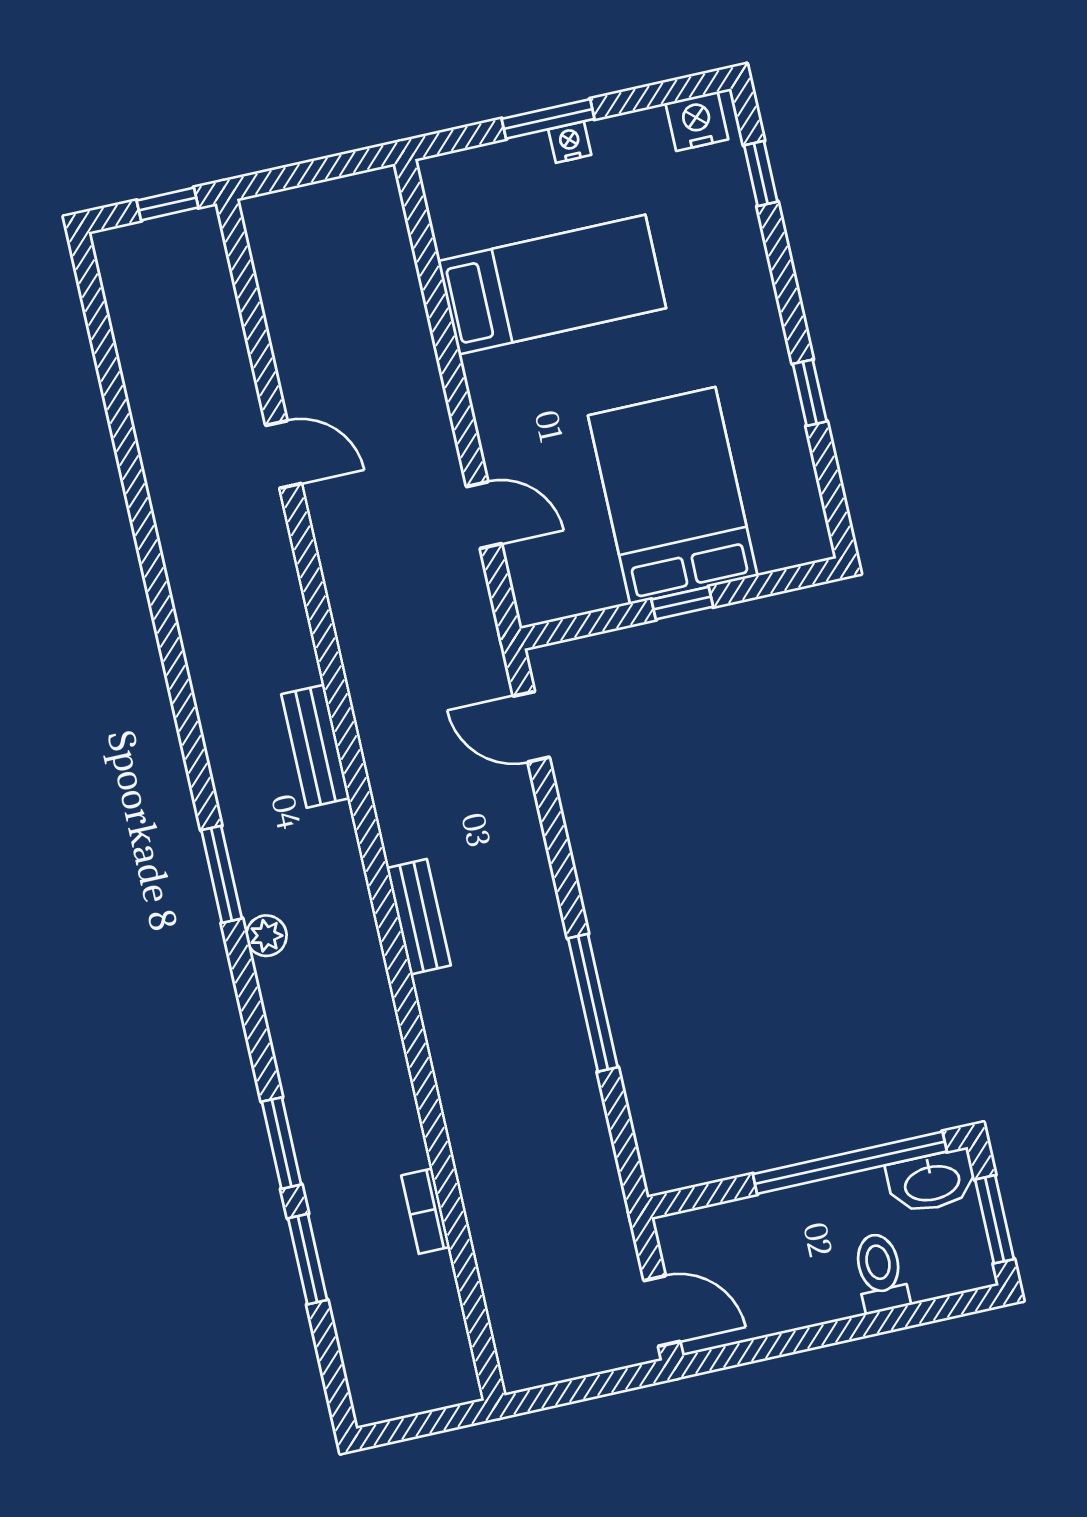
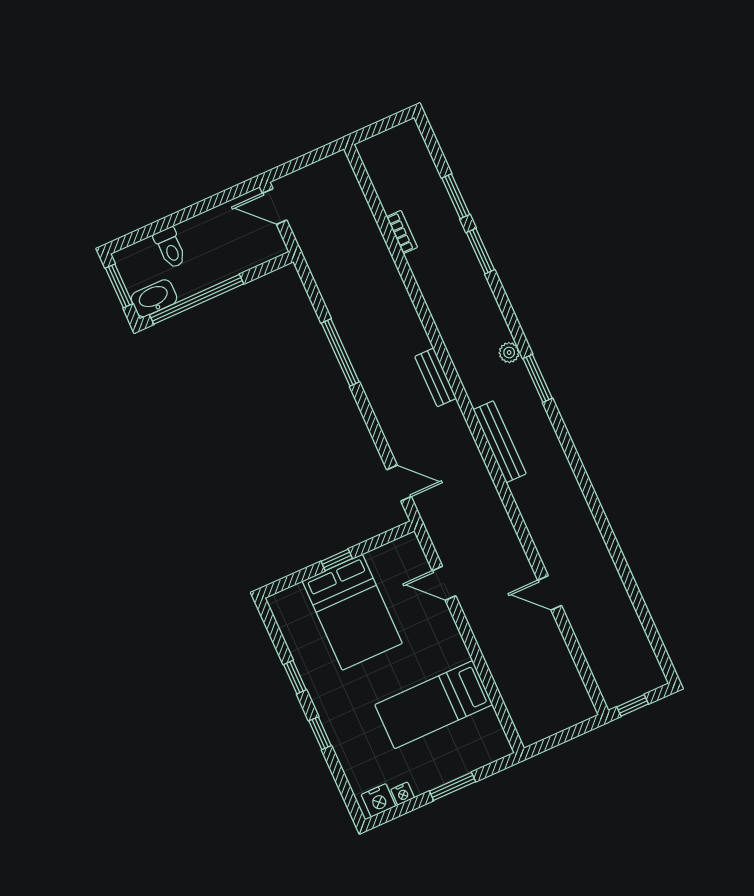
nightstand: (570, 142) -> (403, 794), moved
window: (761, 174) -> (320, 733), moved
bench: (316, 746) -> (500, 442), width x1.36

